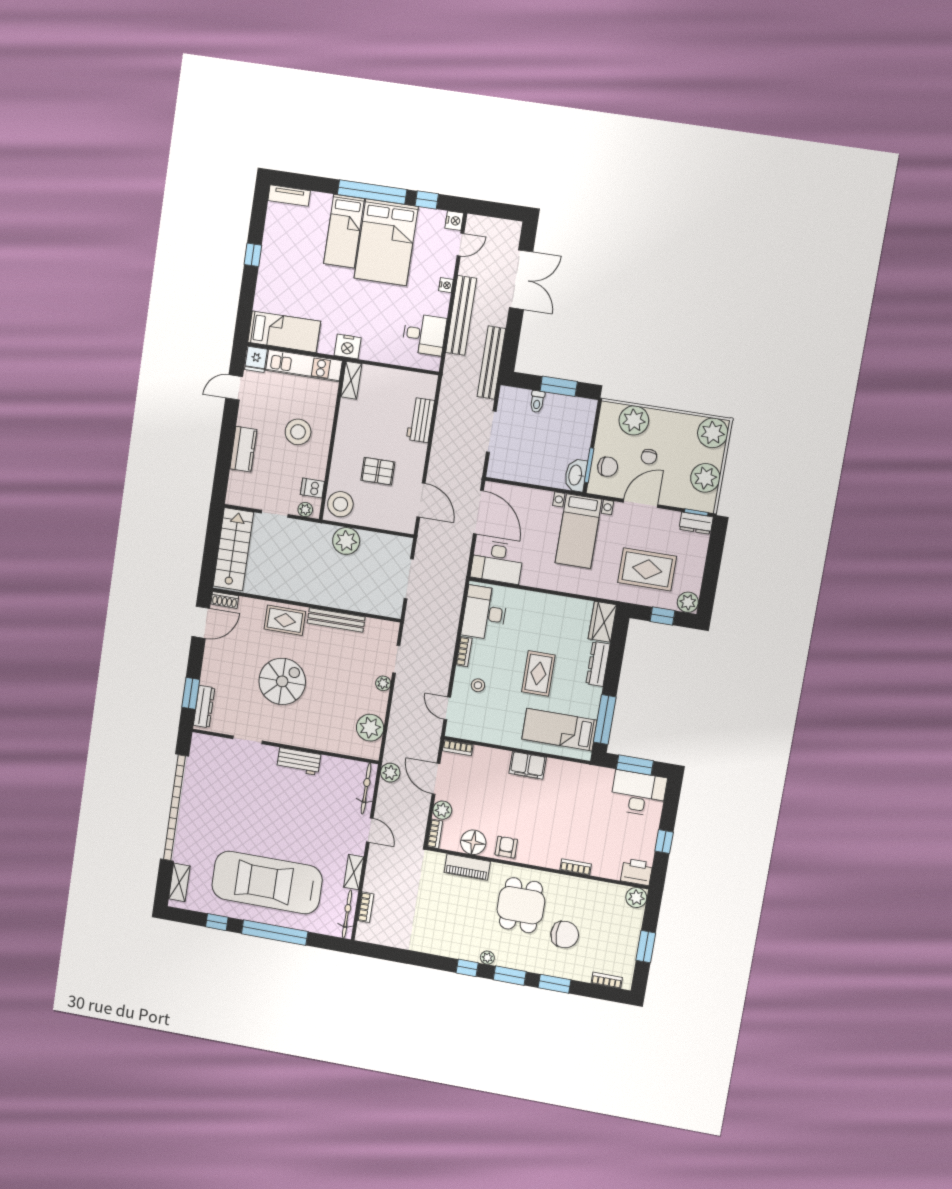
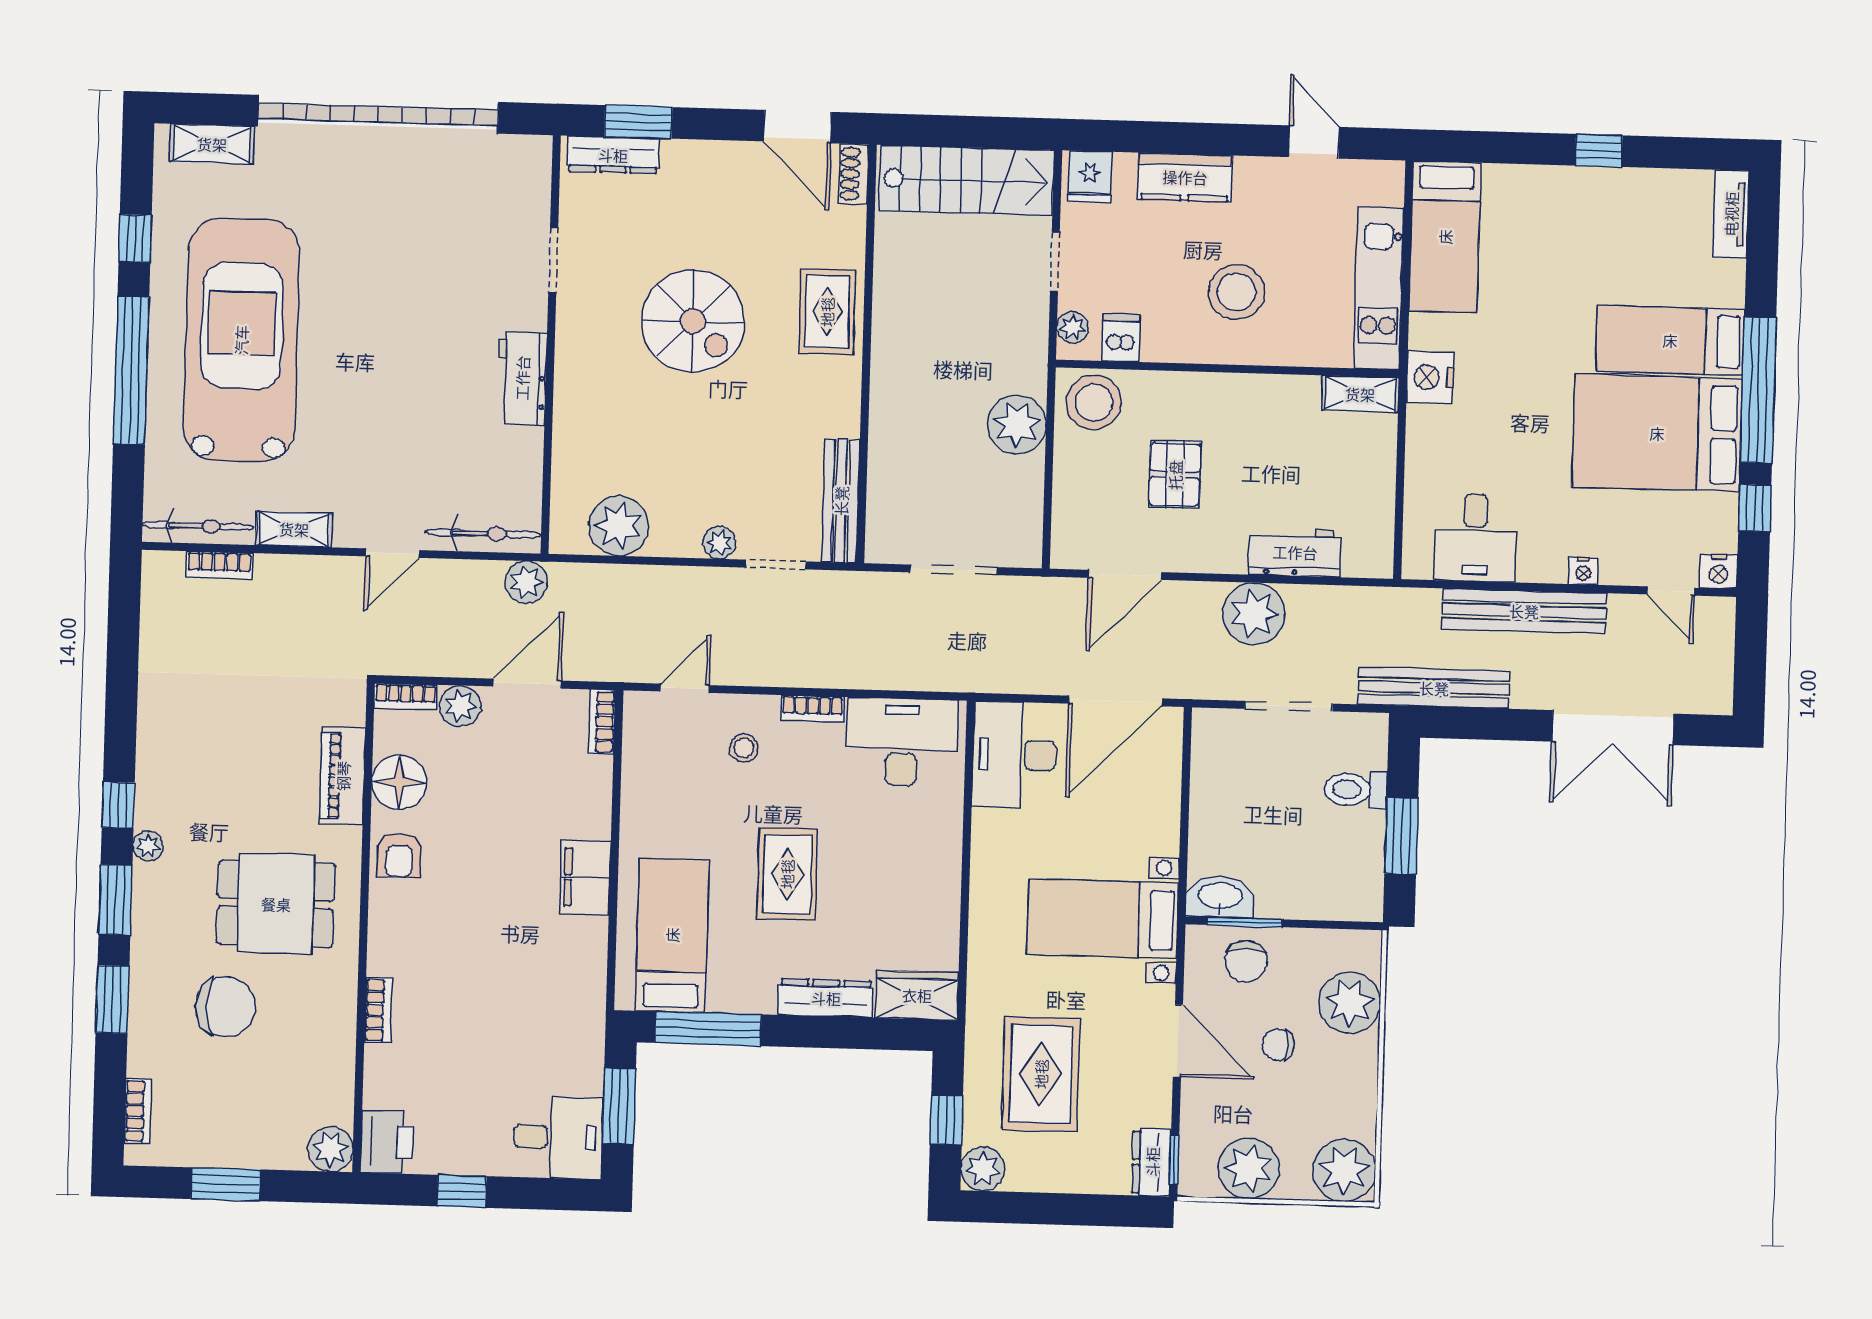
fridge: (256, 359) -> (1090, 177), moved, turned -90
toilet: (537, 402) -> (1356, 790), width x1.37, depth x1.39
plant: (446, 443) -> (1254, 614), added
bench: (336, 620) -> (841, 501), moved
rug: (538, 673) -> (787, 874), turned 90
desk: (638, 793) -> (558, 1137), width x0.73
armchair: (506, 847) -> (399, 855), turned 90
chair: (565, 935) -> (225, 1007), turned -90

